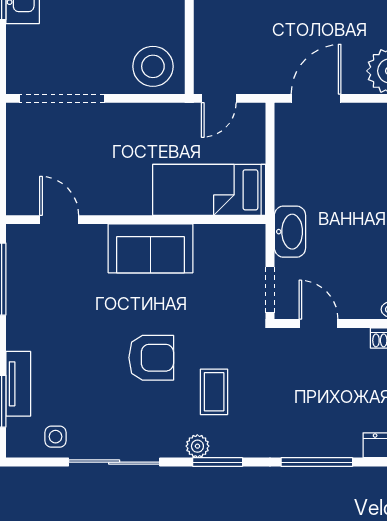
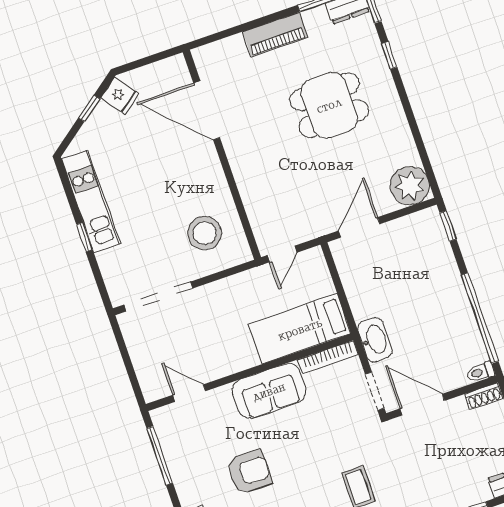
stool: (153, 66) -> (205, 233), moved
bookcase: (230, 233) -> (328, 357), added
door: (318, 323) -> (422, 405), width x1.38
armchair: (151, 358) -> (249, 472), moved

